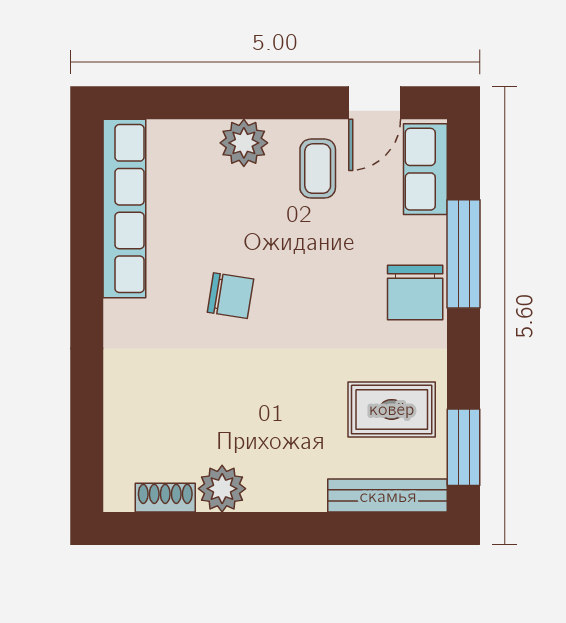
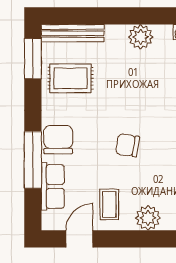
row of seats: (425, 169) -> (53, 186), moved
chair: (230, 296) -> (128, 145), moved
plant: (222, 489) -> (141, 37), moved

